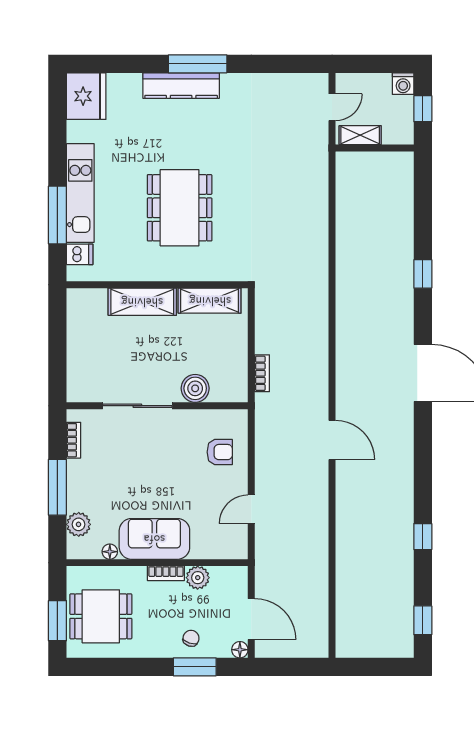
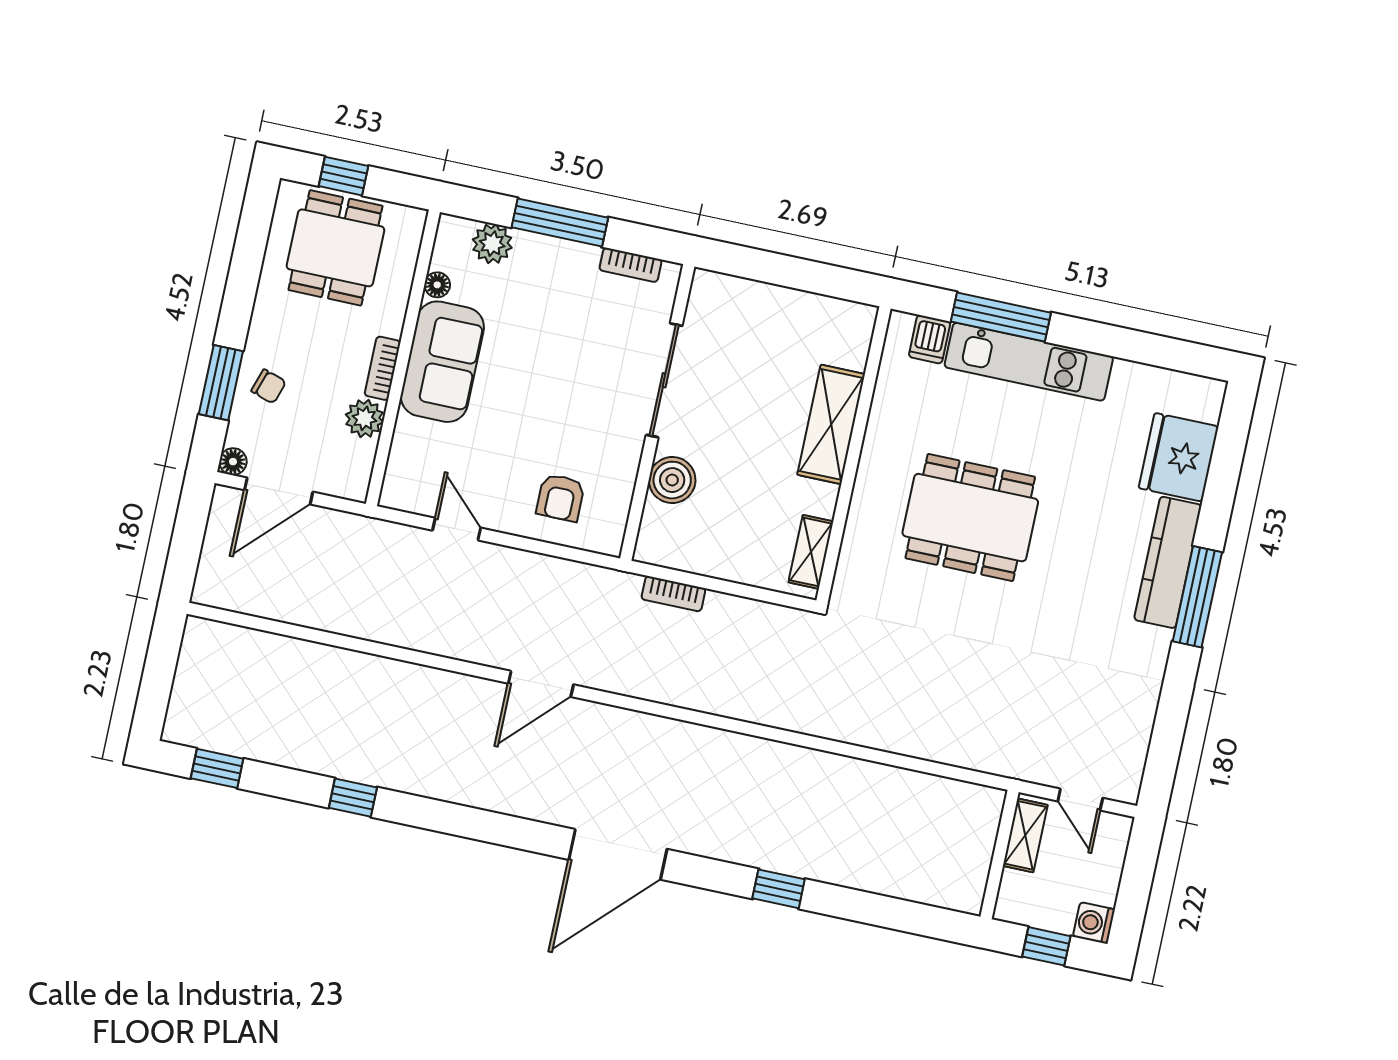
fridge: (86, 96) -> (1179, 457), moved, turned 90
shelving: (210, 301) -> (811, 552), width x0.67, depth x0.75
window: (57, 621) -> (344, 176), width x0.67

